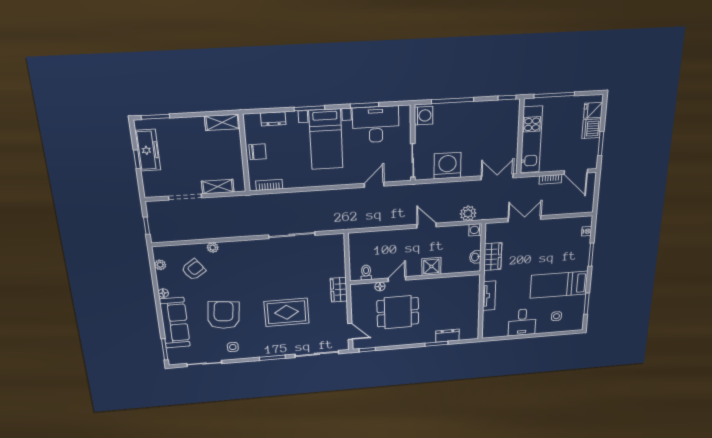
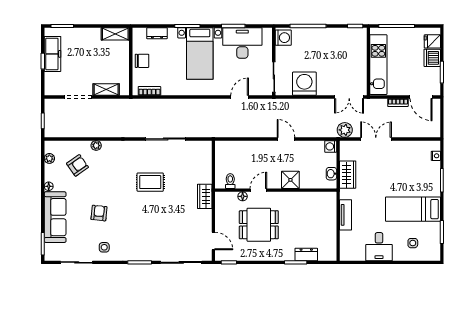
double door: (497, 177) -> (349, 97), swing flipped
plant: (468, 213) -> (345, 130), moved
rug: (287, 312) -> (150, 182), moved, width x0.73, depth x0.70
armchair: (224, 315) -> (99, 213), width x0.53, depth x0.53

